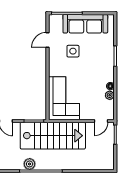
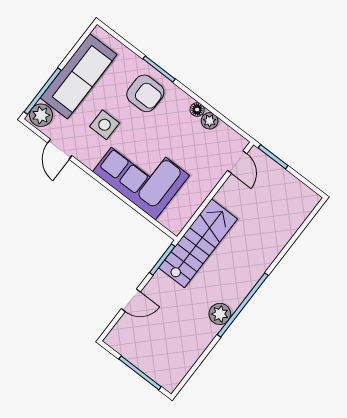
plant: (56, 21) -> (41, 115), added
armchair: (100, 58) -> (145, 93), added
corner sofa: (64, 98) -> (141, 174), moved
stairs: (53, 136) -> (198, 243), width x0.73, depth x0.66

